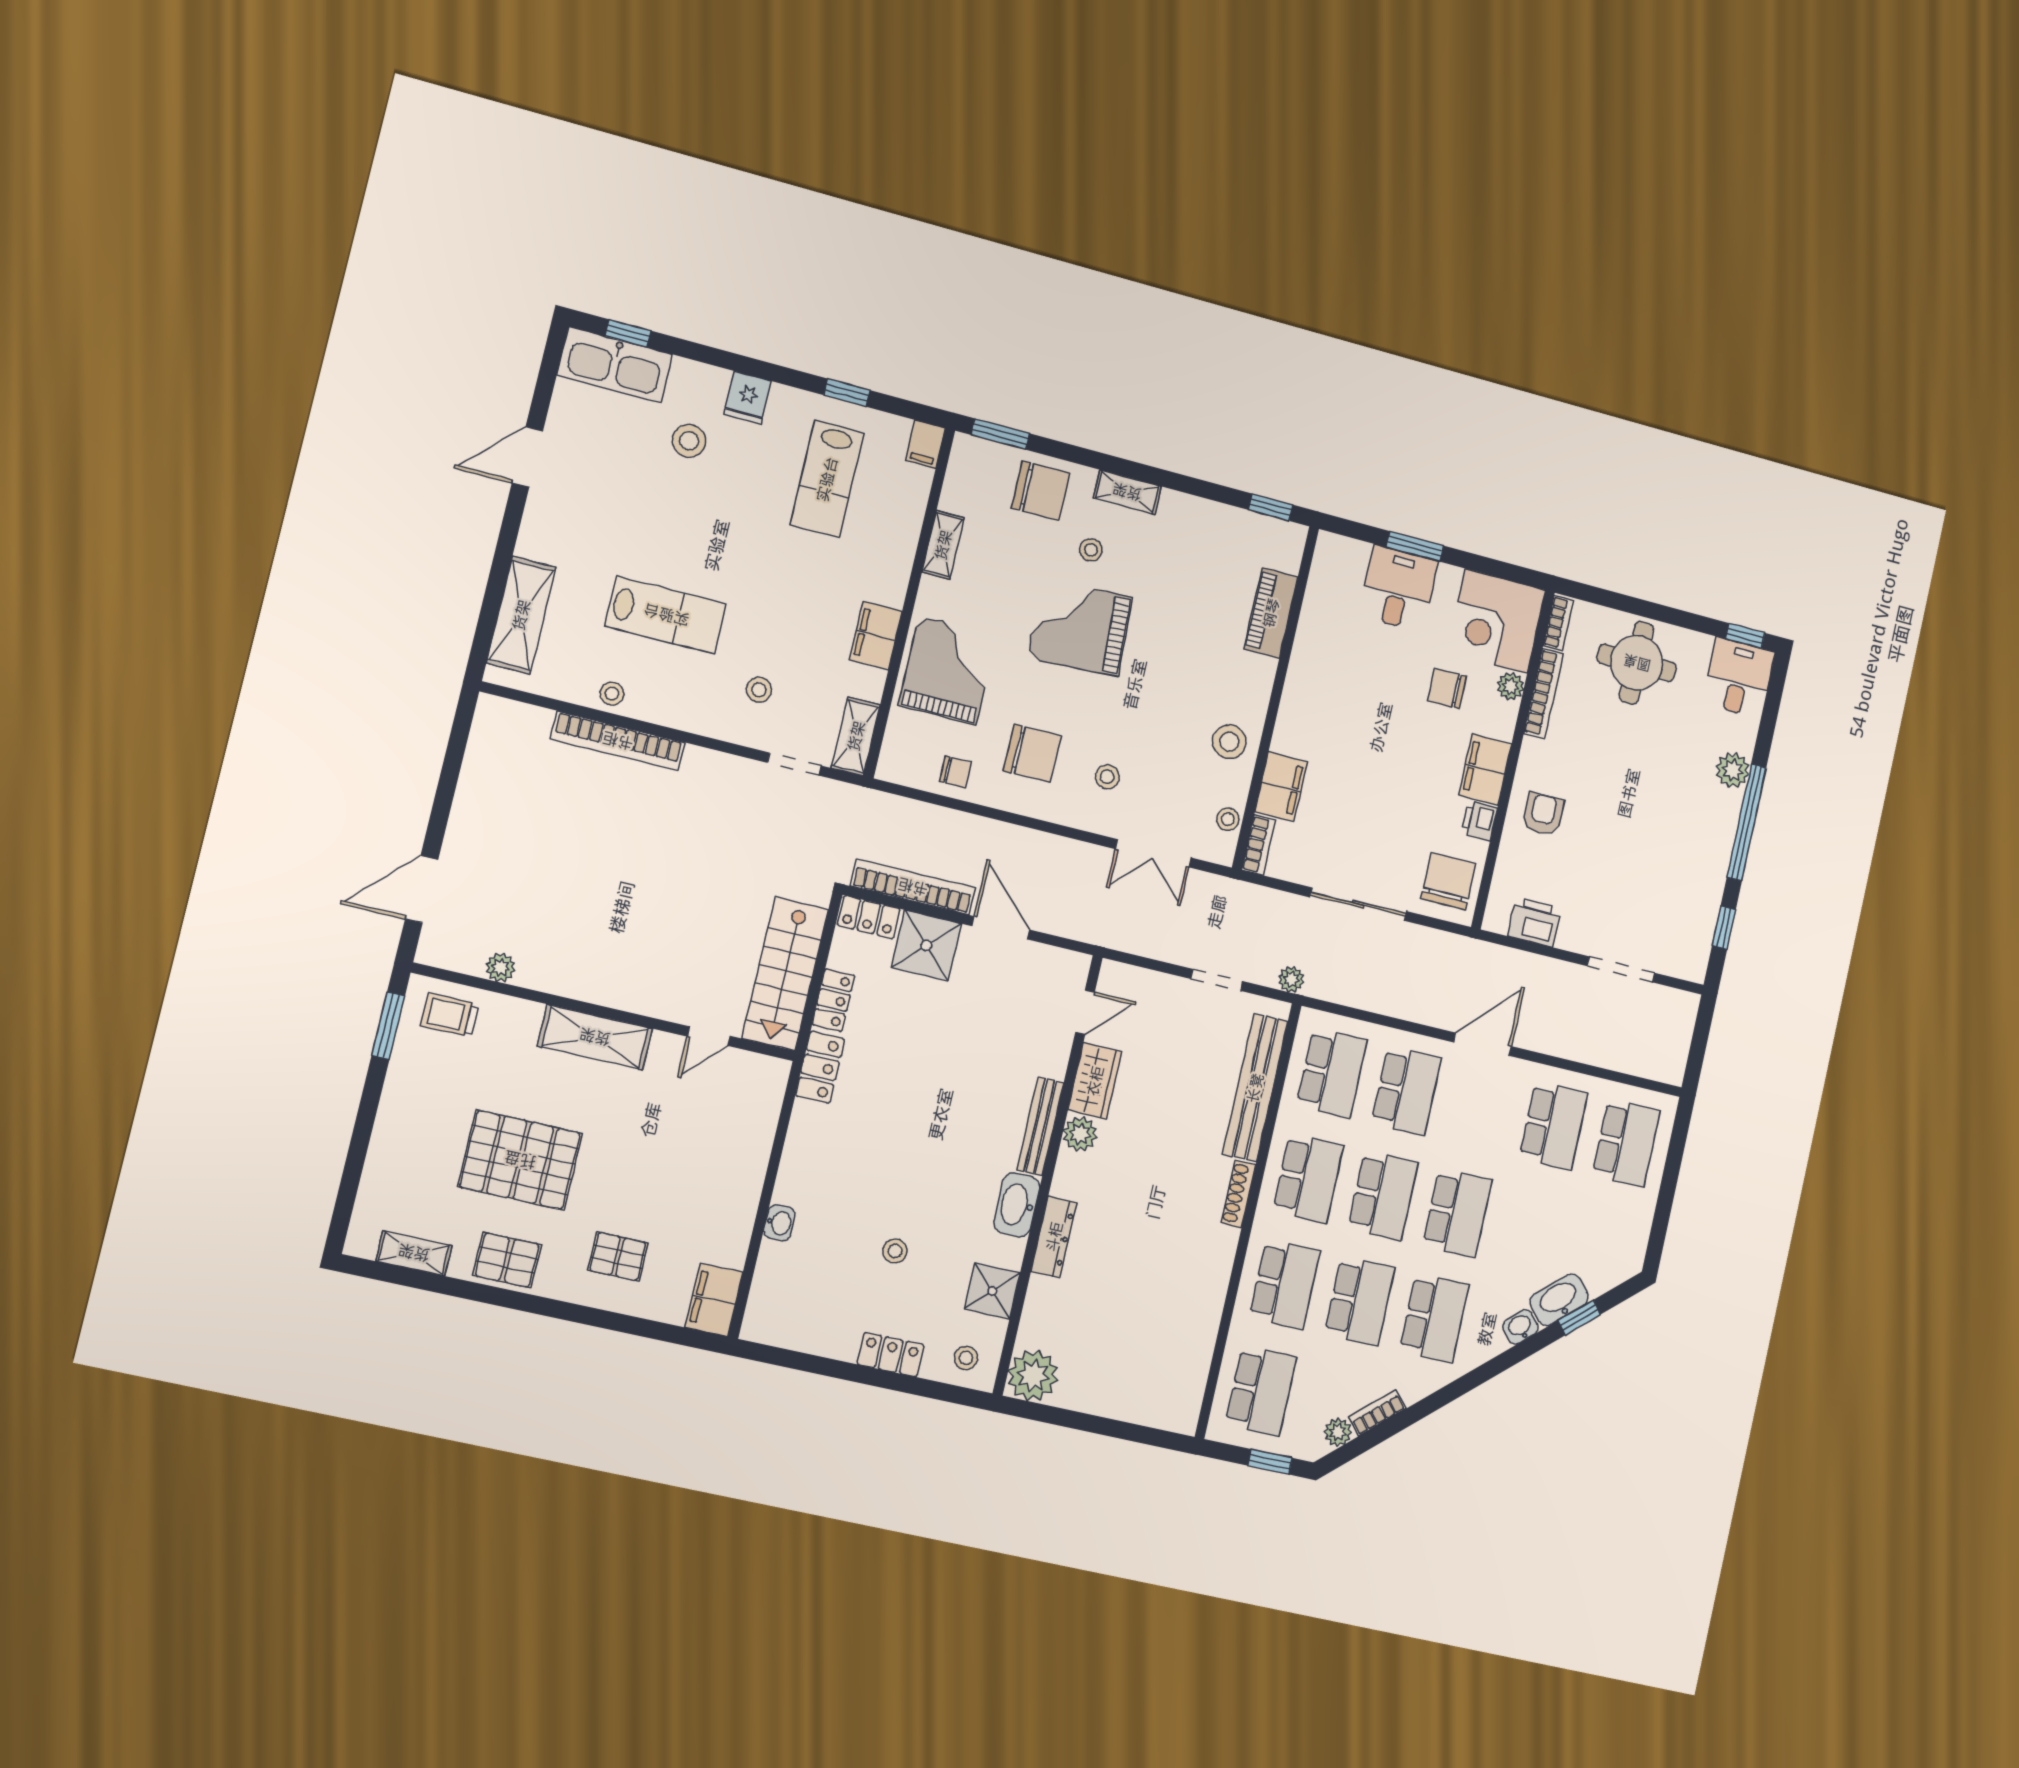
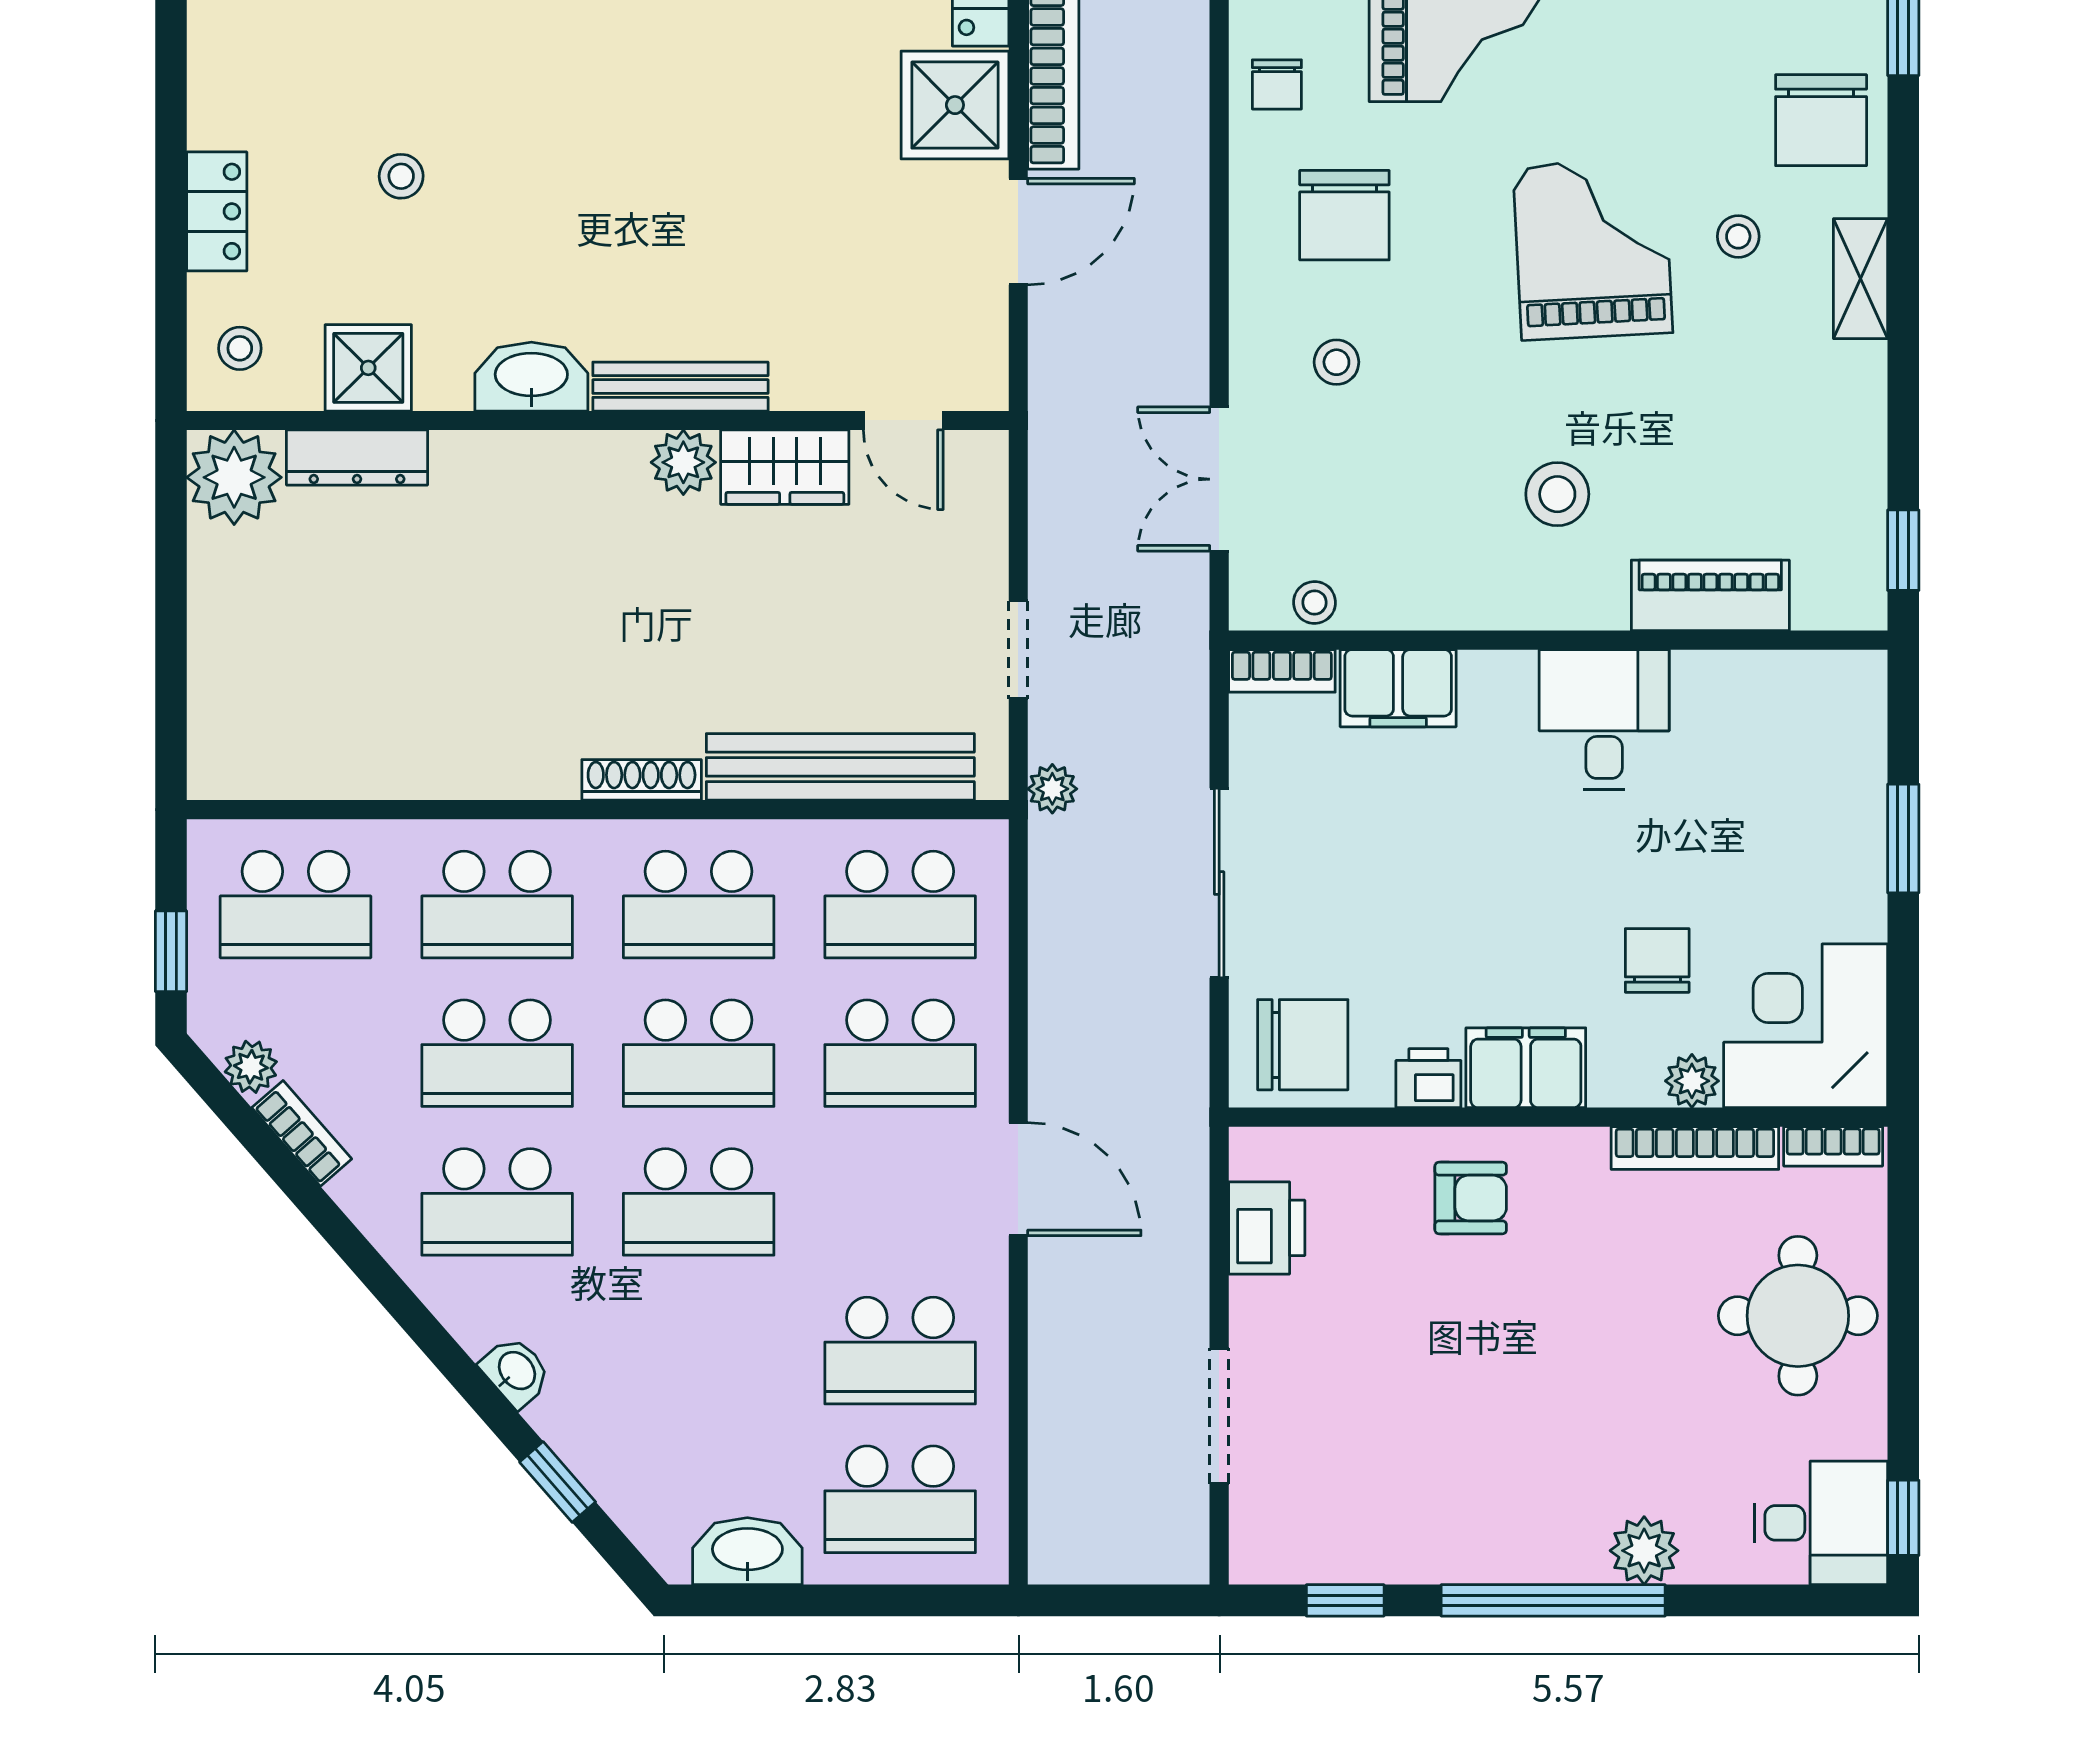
desk: (1398, 588) -> (1604, 720), moved, turned -90
stool: (1229, 742) -> (1557, 494), moved
dresser: (1054, 1237) -> (357, 458), moved
washbasin: (1559, 1300) -> (747, 1551), moved, turned -49

